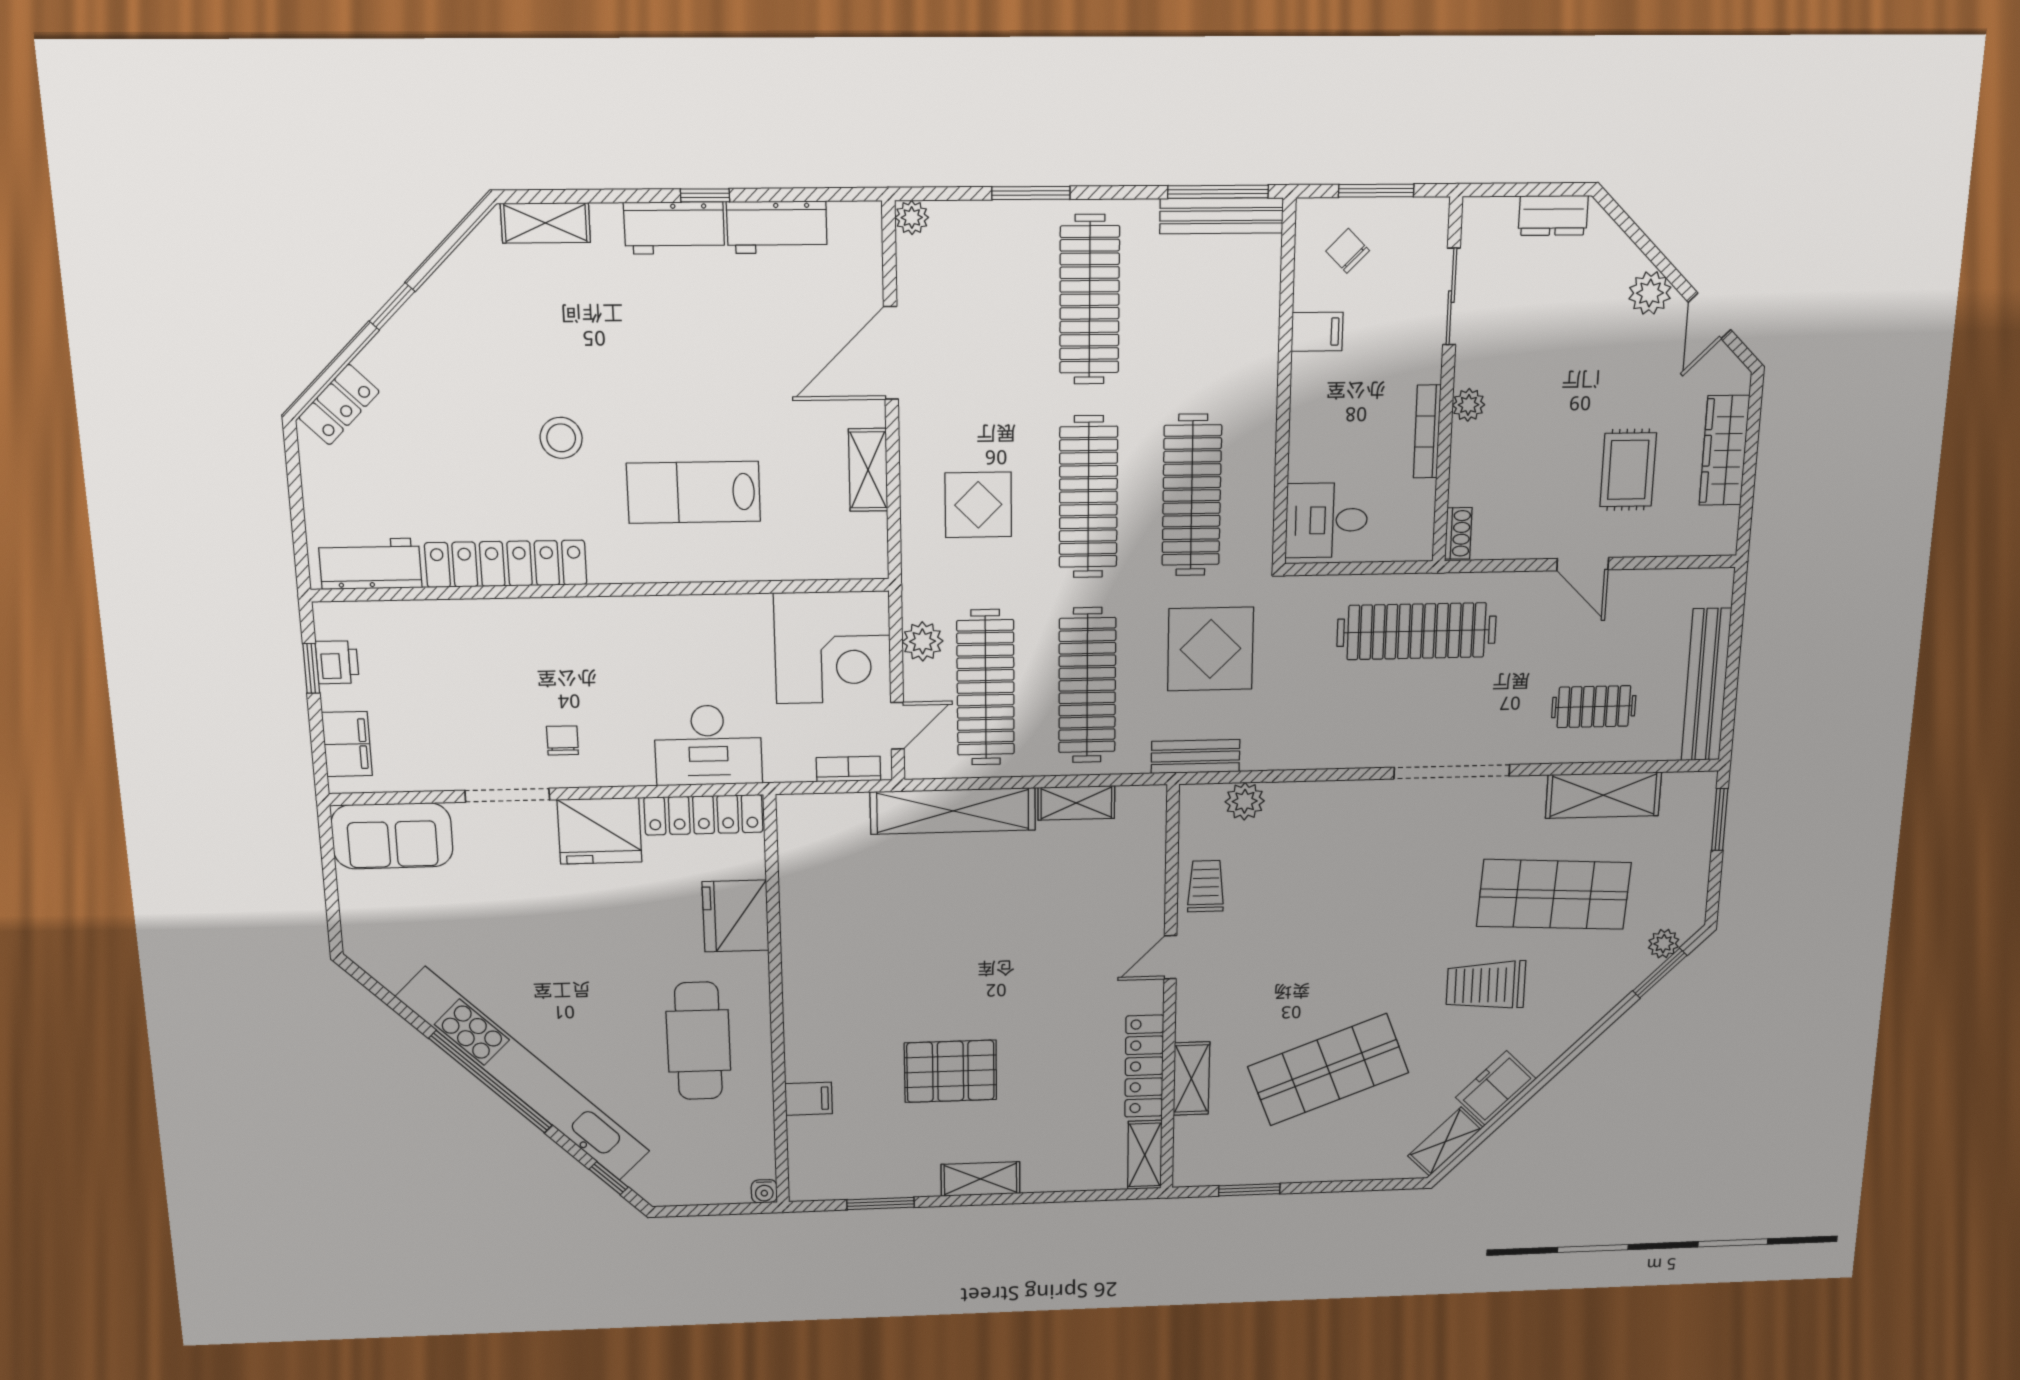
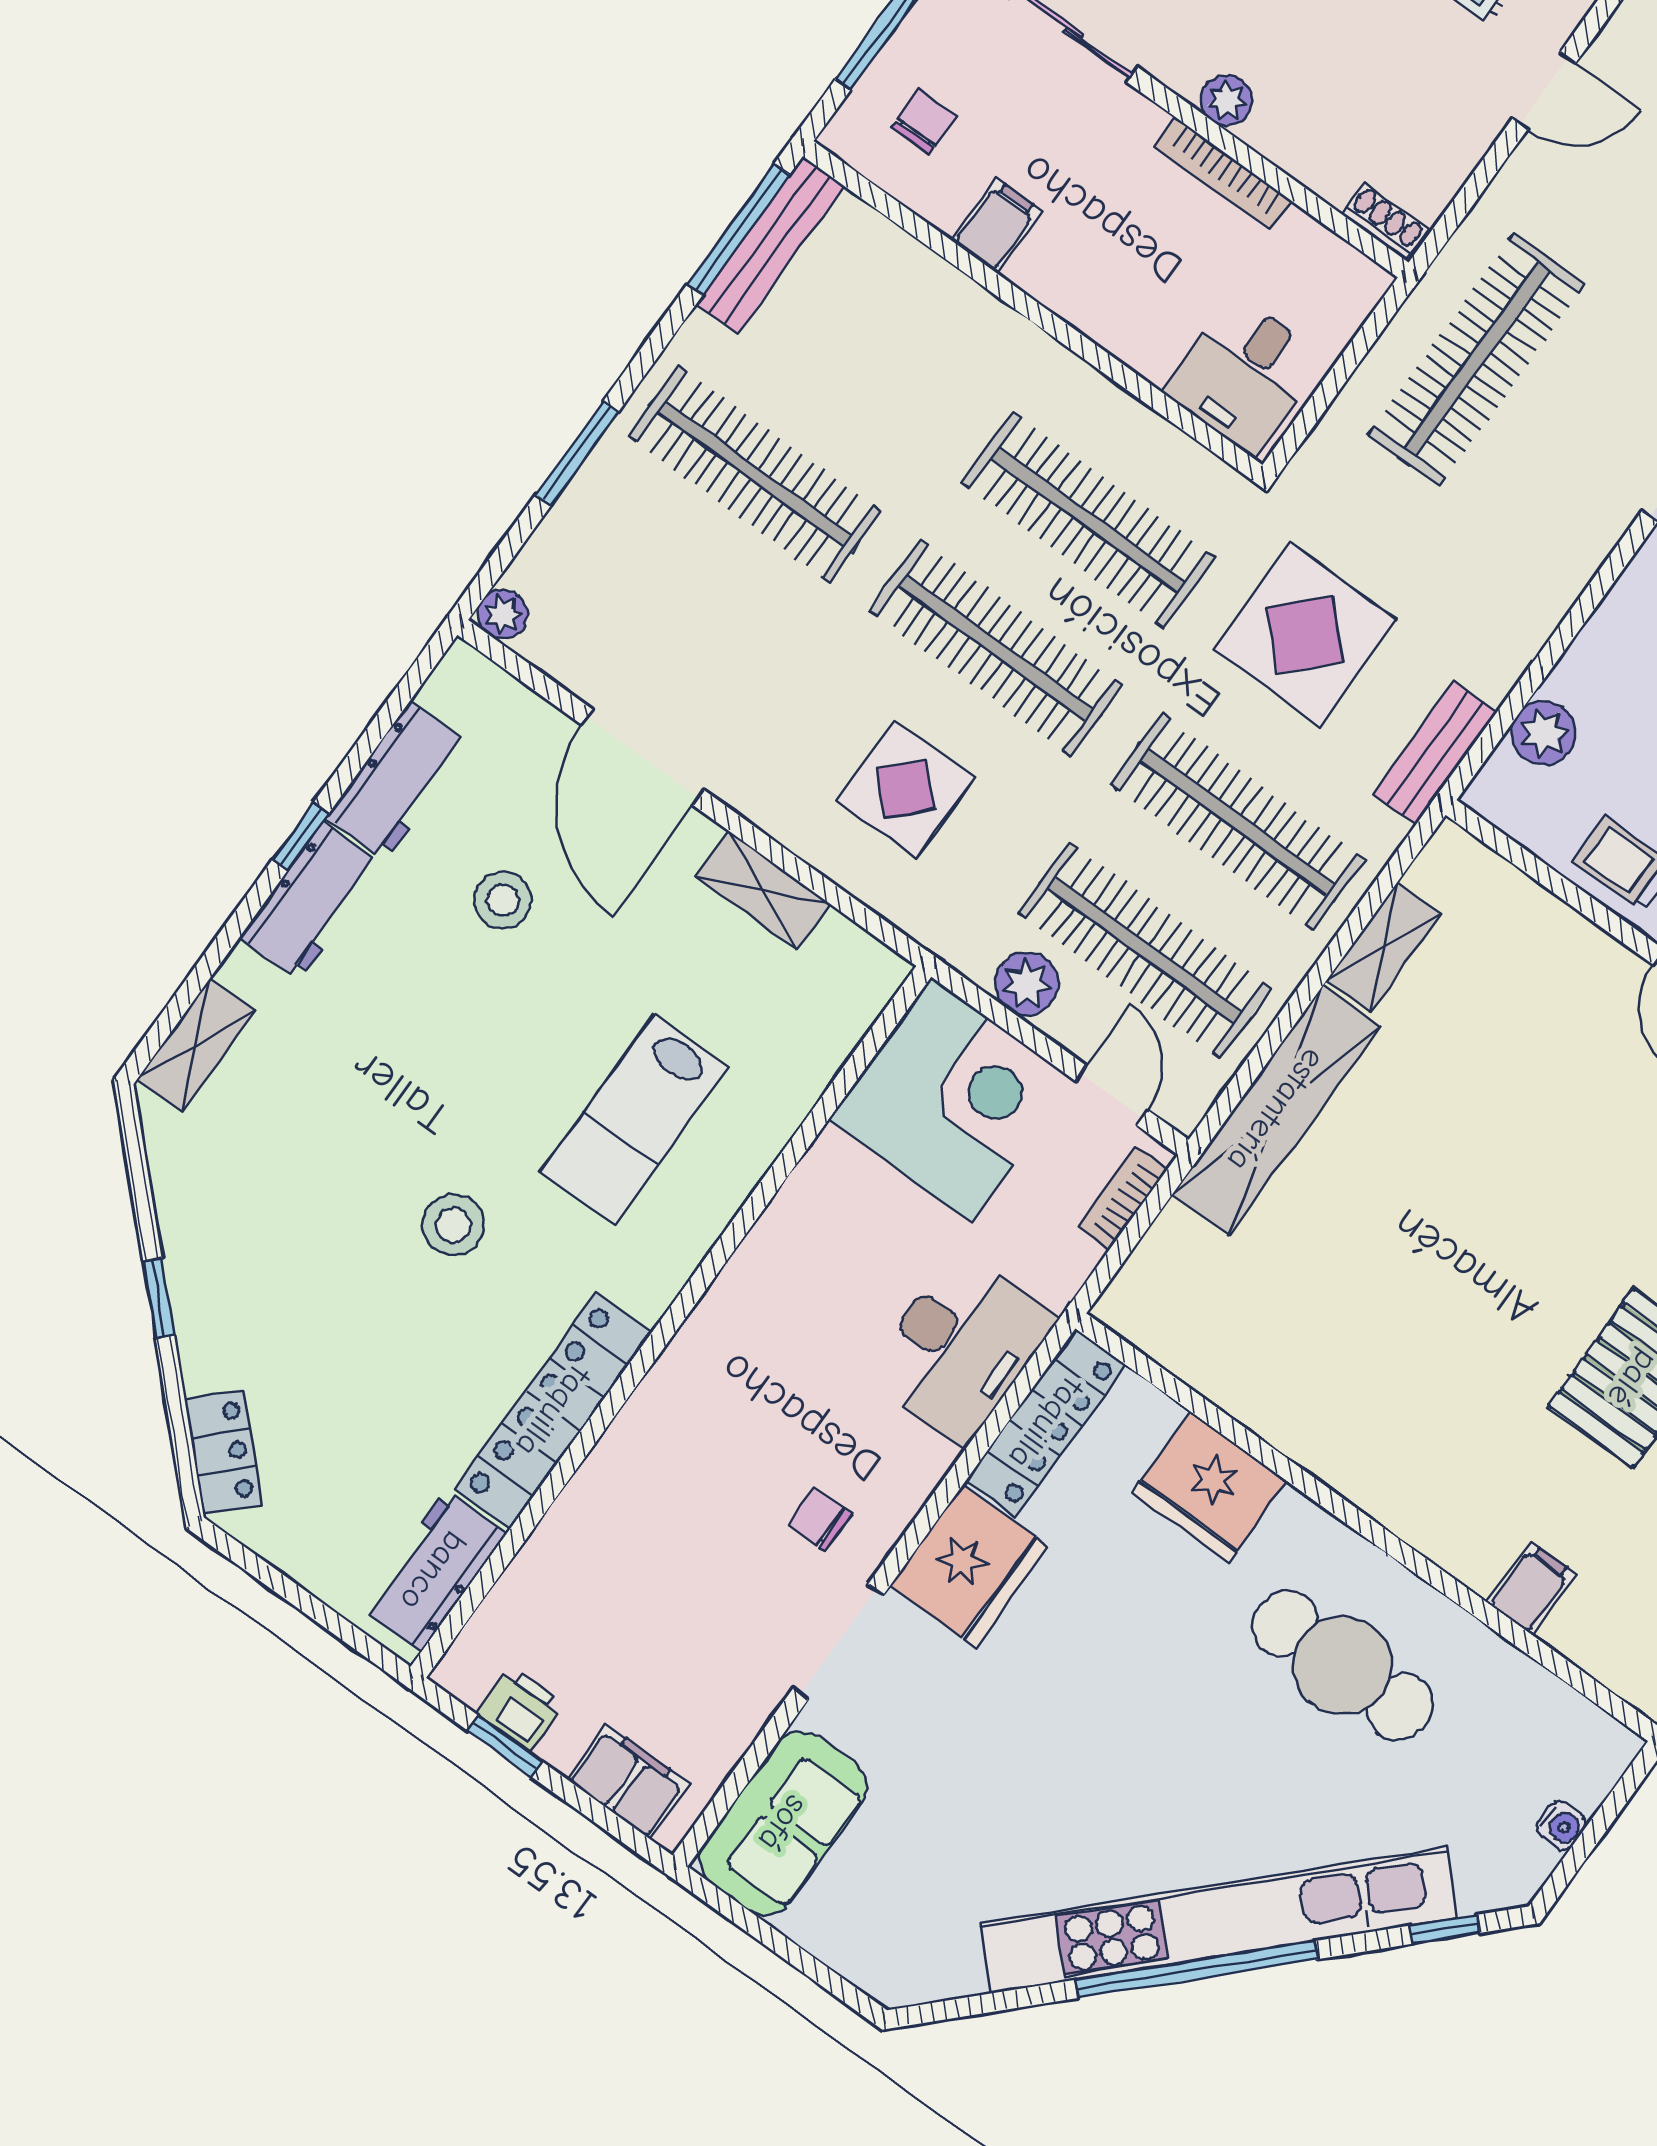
chair: (1348, 251) -> (924, 122), turned 135
stool: (756, 334) -> (503, 900), added
water cooler: (764, 1191) -> (1561, 1826), moved

